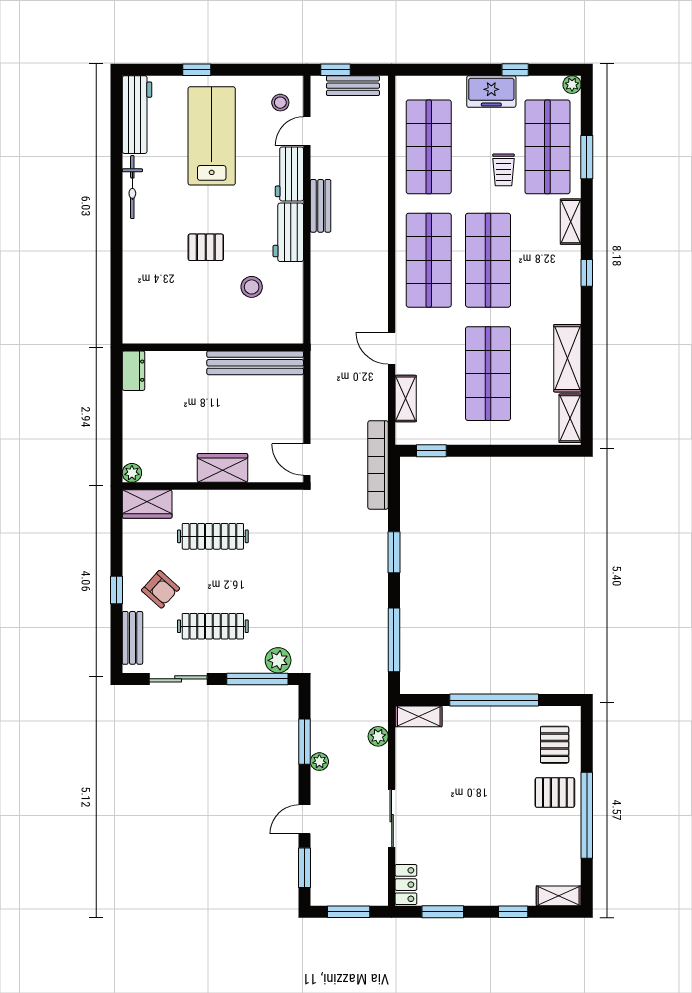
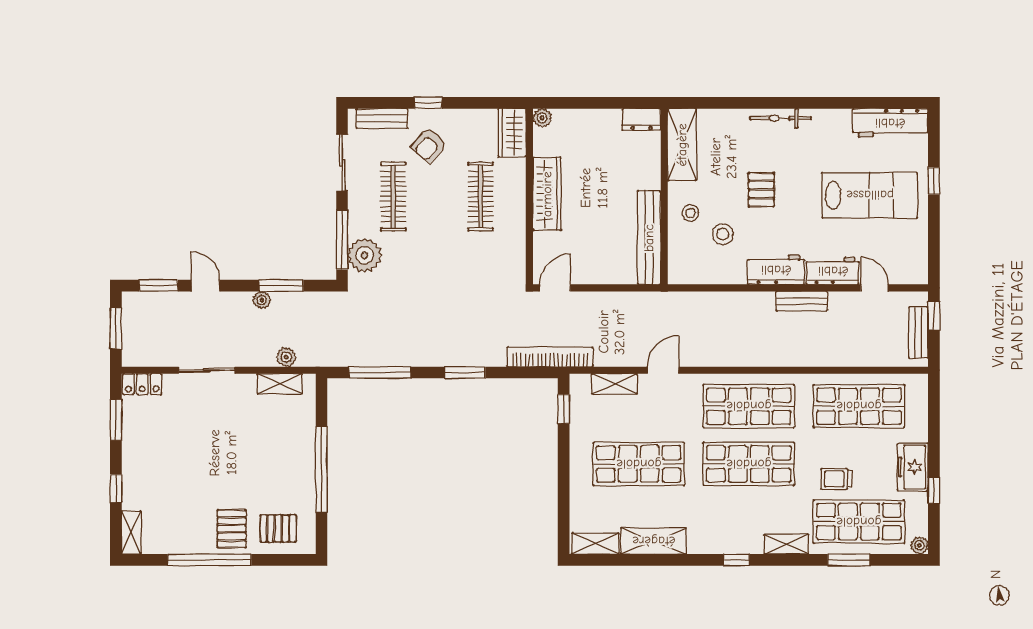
stool: (280, 103) -> (690, 213), moved
bicycle: (132, 187) -> (780, 118), moved
shelving: (159, 329) -> (682, 145), added
wardrobe: (223, 468) -> (547, 194), width x1.50
plant: (278, 660) -> (365, 255), width x1.36, depth x1.36
shelving: (419, 716) -> (280, 384), moved, turned 90

